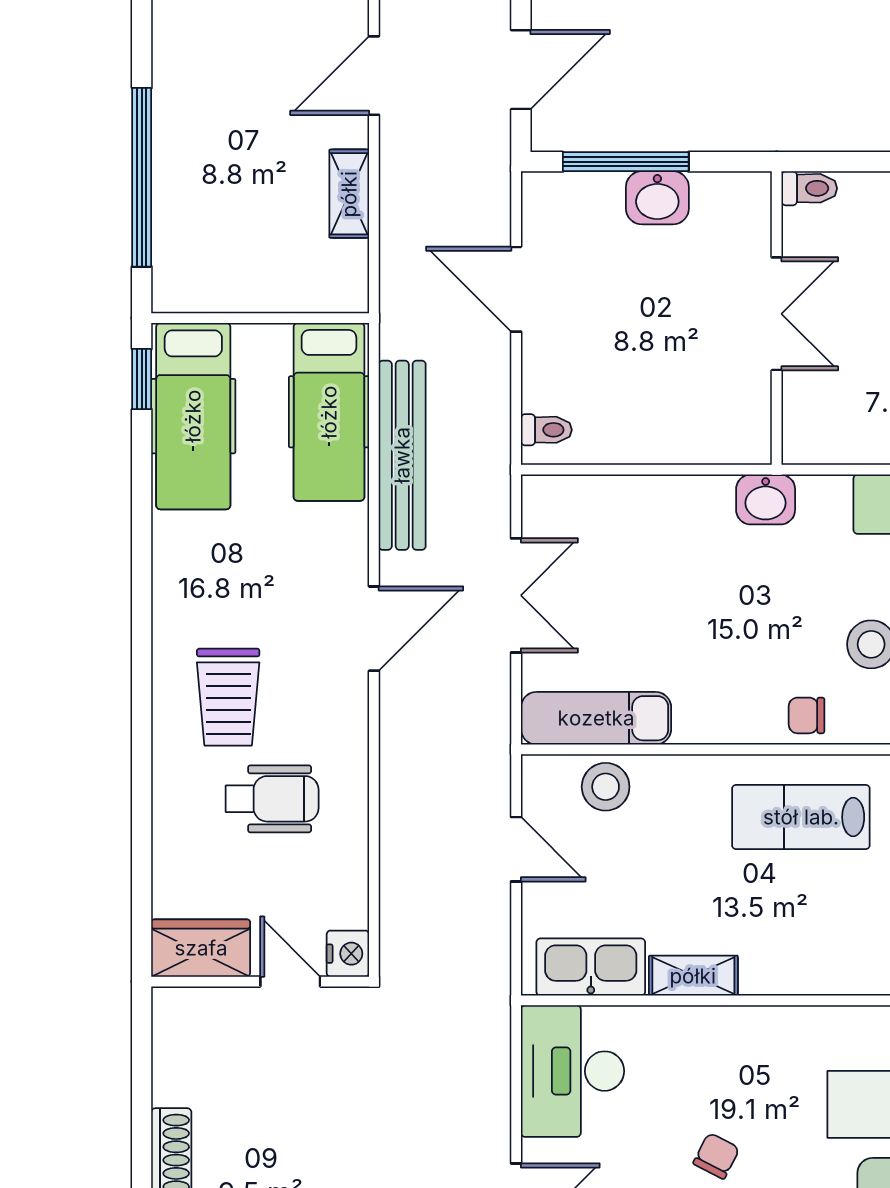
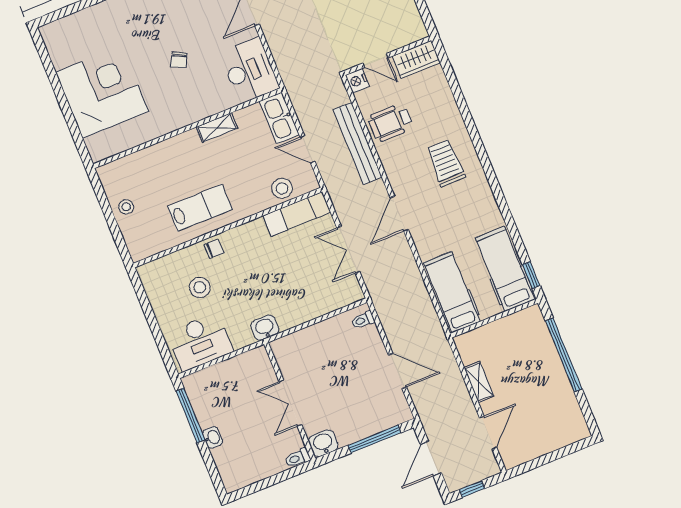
washbasin: (657, 198) -> (323, 443), moved
bench: (402, 455) -> (358, 143), moved
wheelchair: (272, 799) -> (390, 123), moved
kitchen sink: (591, 967) -> (279, 118), moved, turned 90

